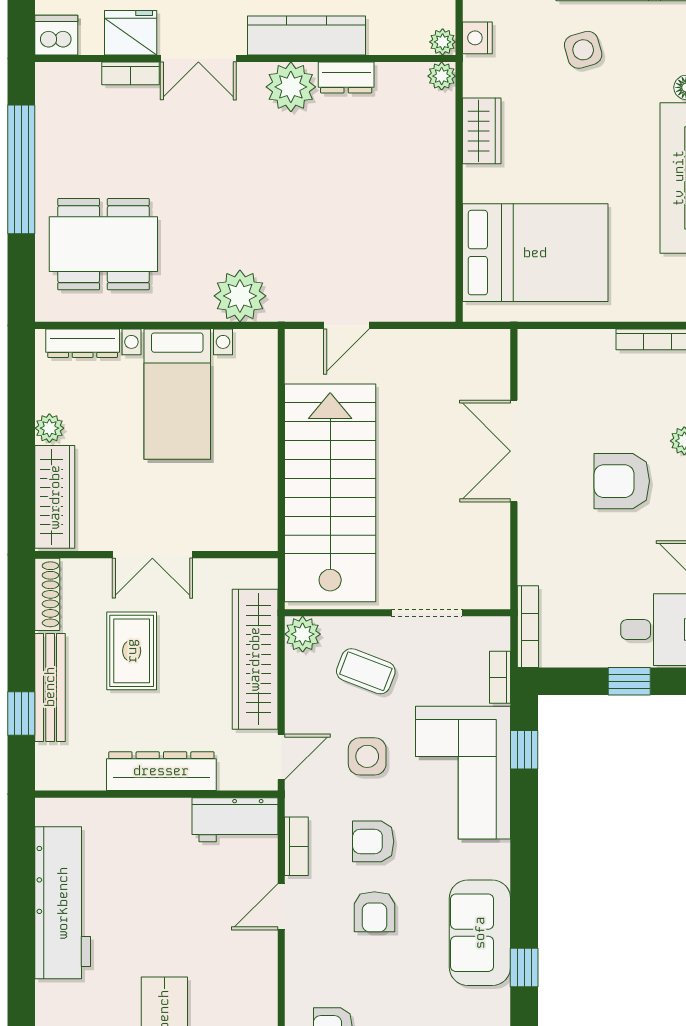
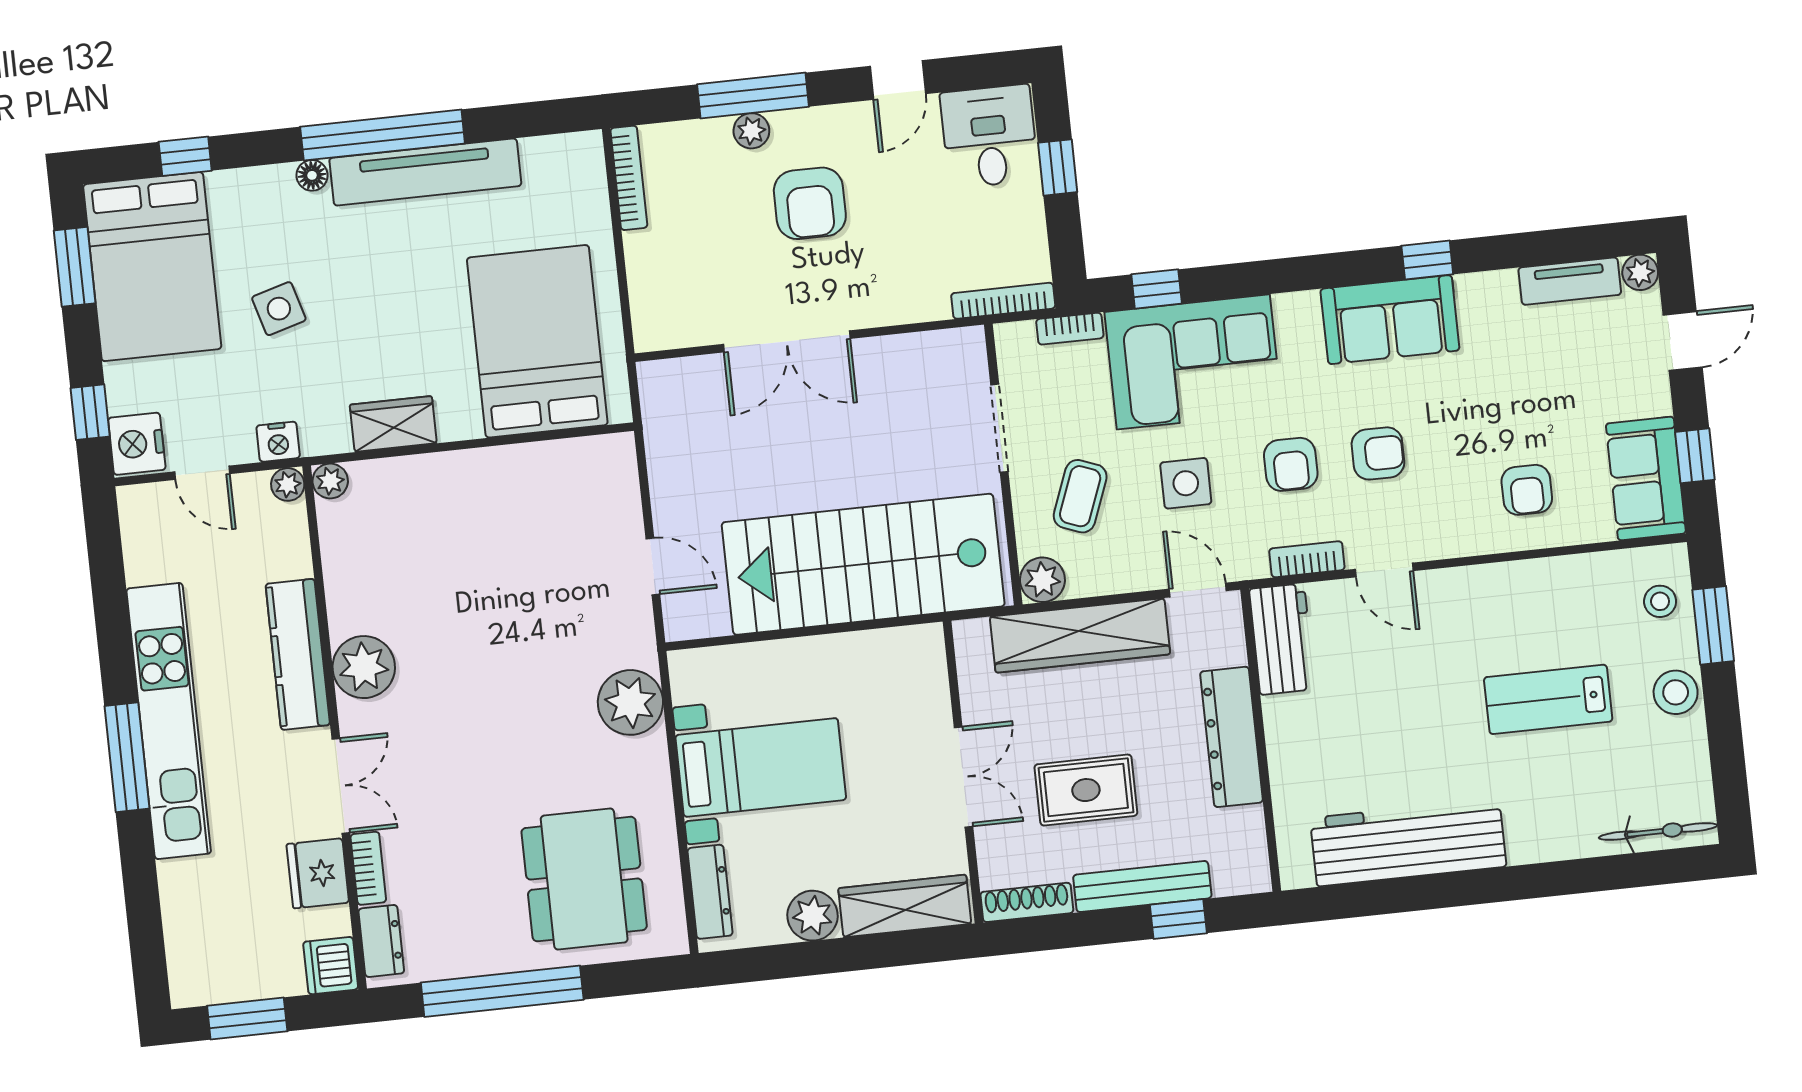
dresser: (346, 78) -> (381, 941), moved
plant: (49, 428) -> (813, 916), width x1.38, depth x1.38

